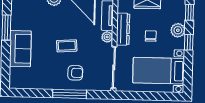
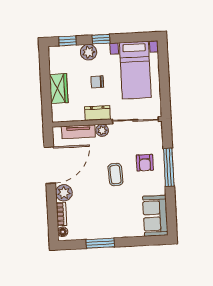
dresser: (123, 29) -> (97, 113), width x0.70
sofa: (20, 49) -> (155, 216), moved, turned -90
armchair: (75, 73) -> (145, 163), turned 180

